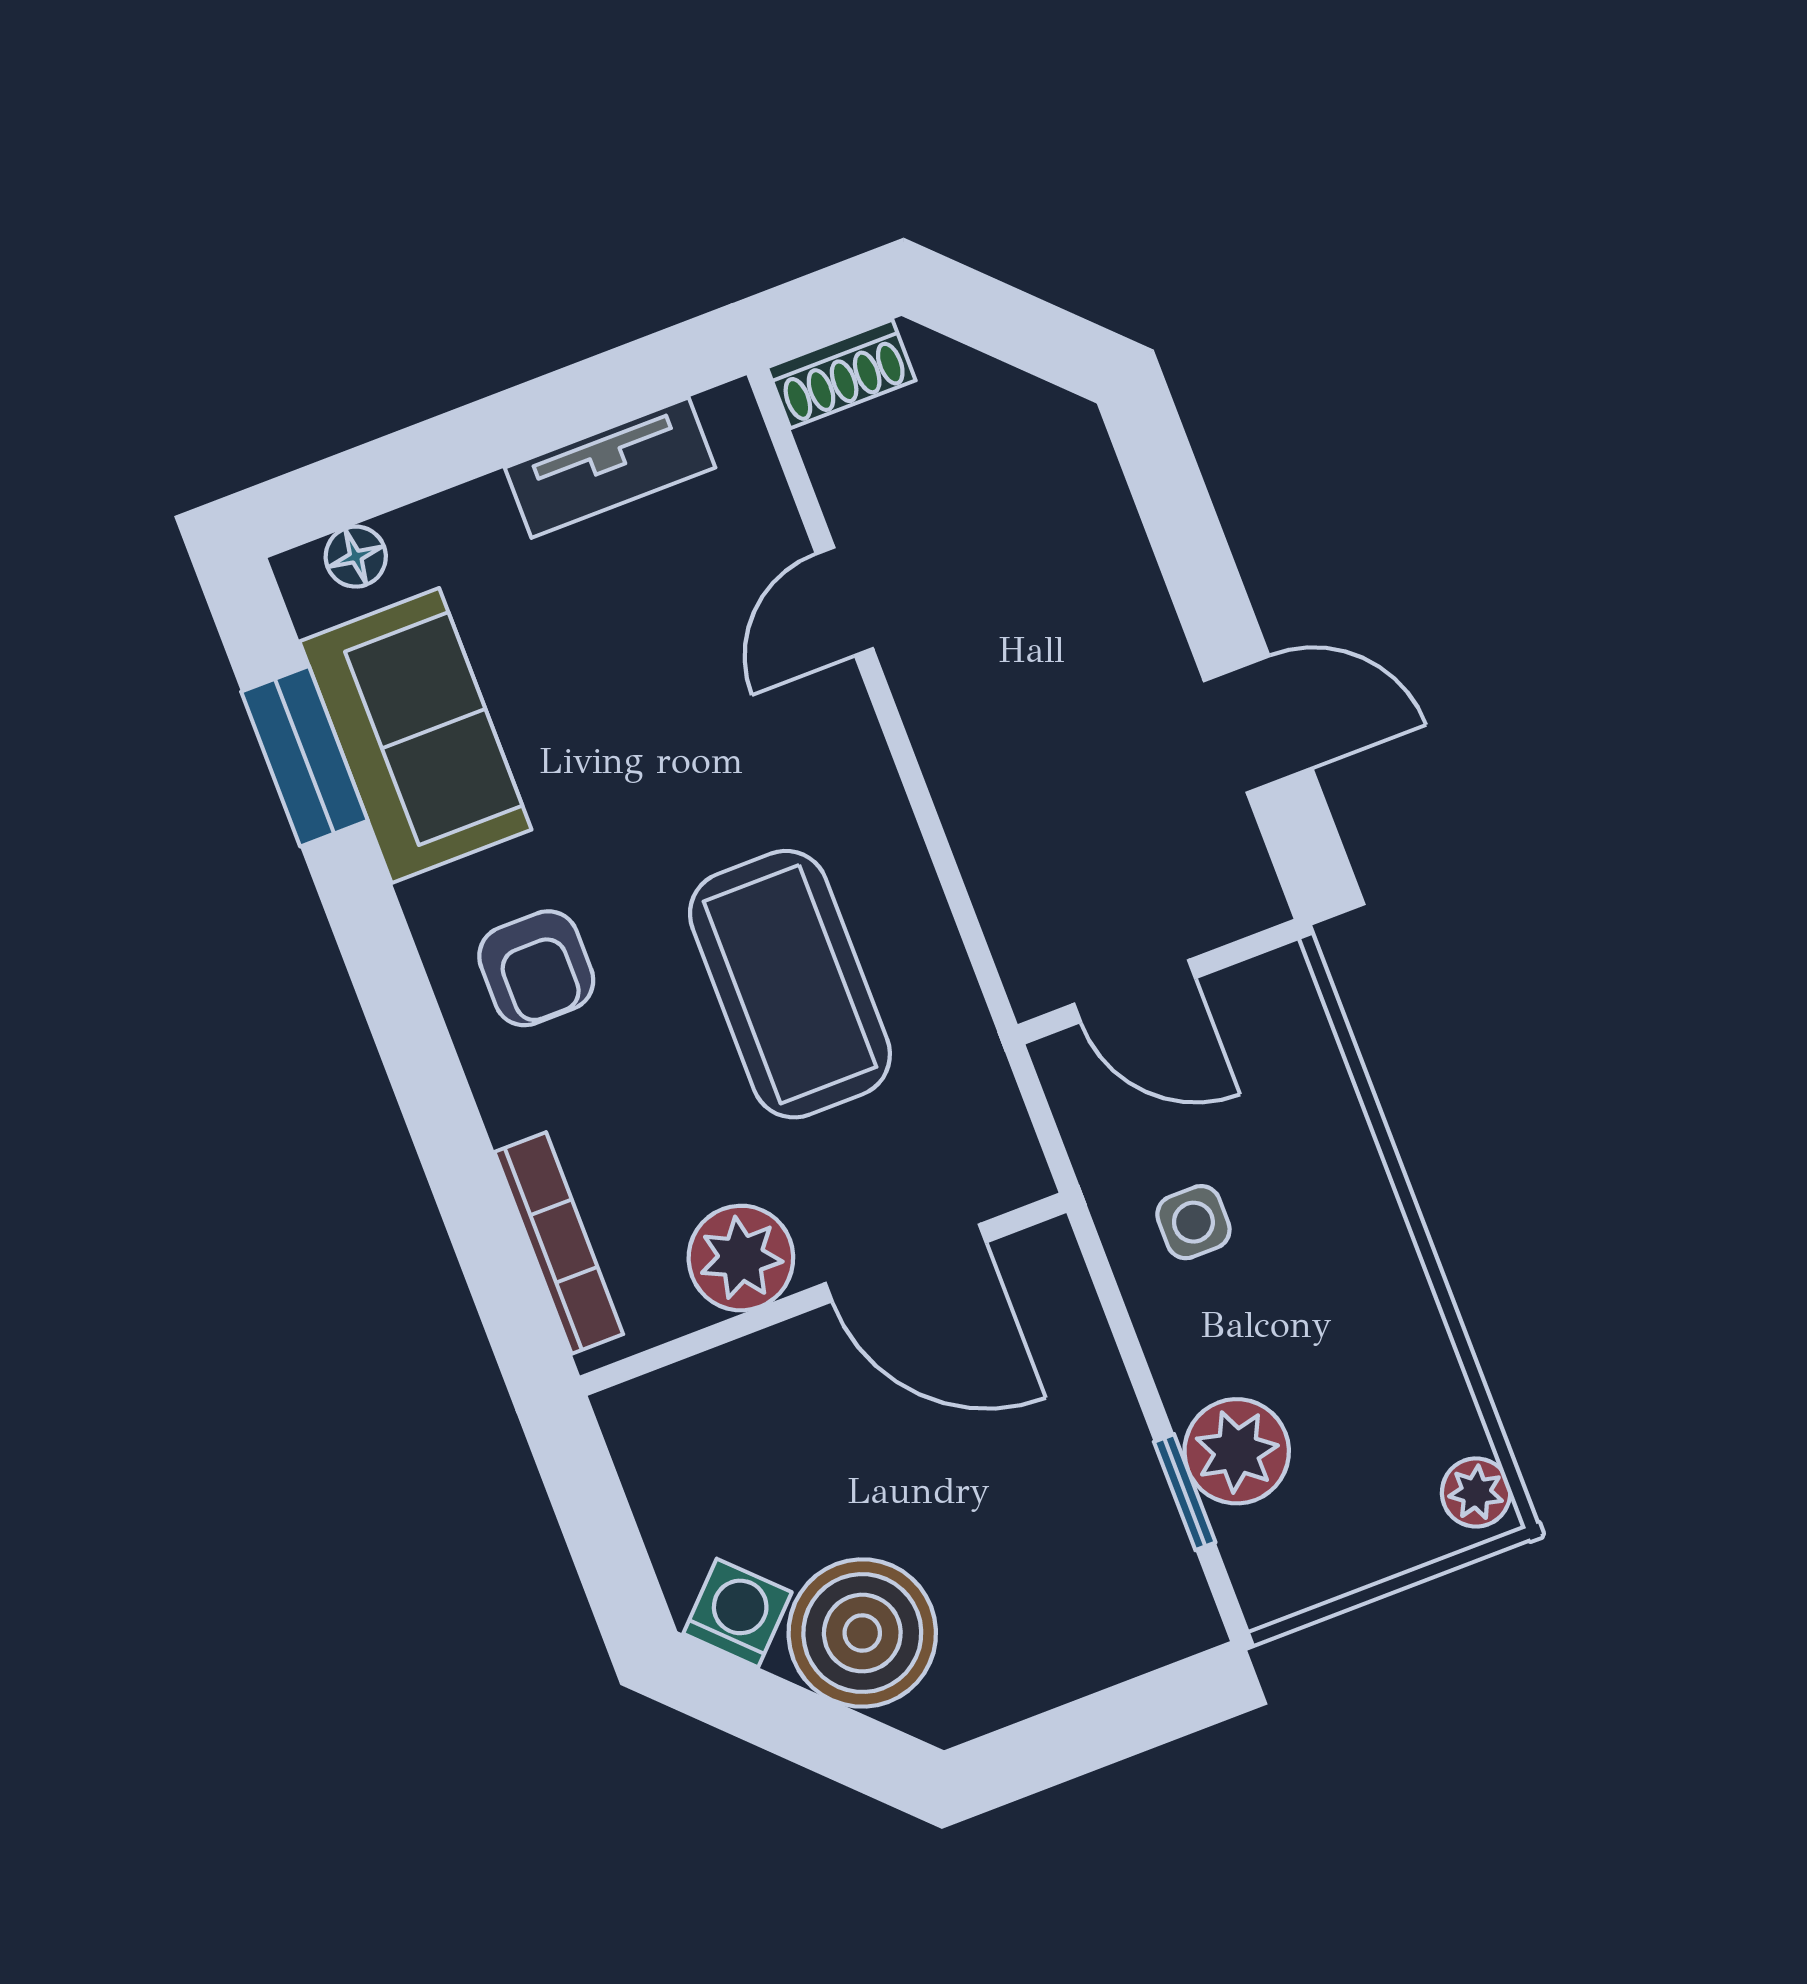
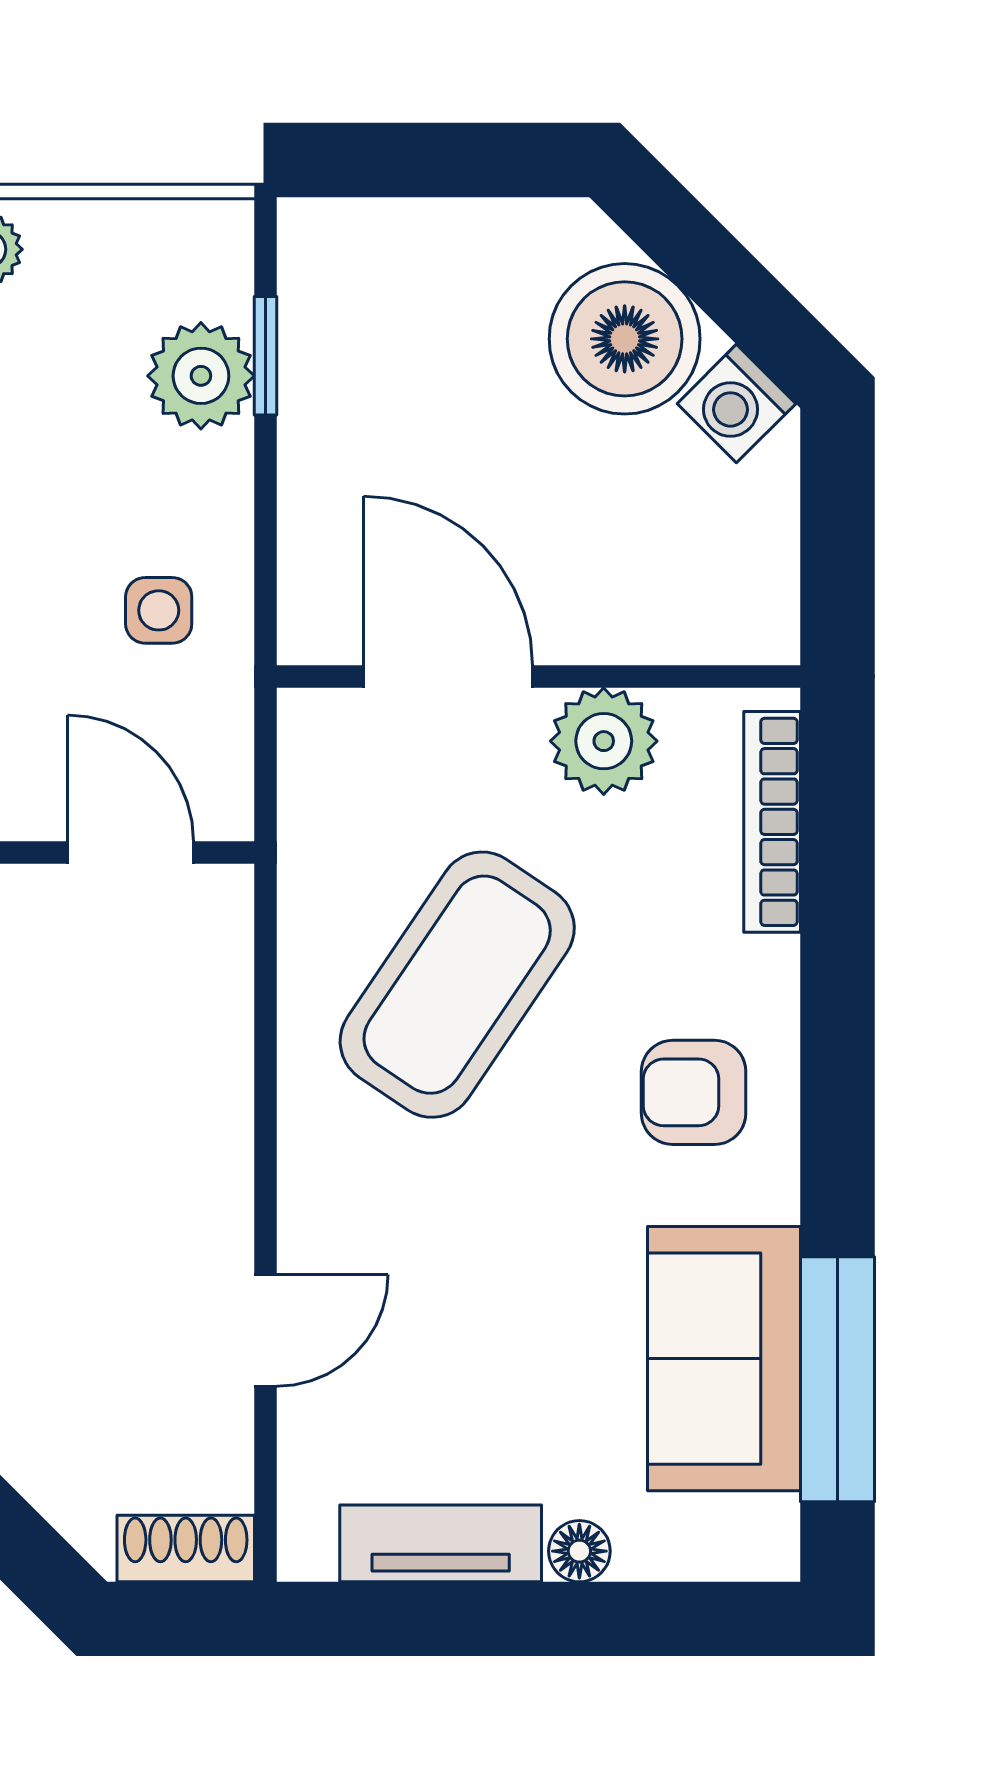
floor lamp: (356, 557) -> (579, 1551), moved
window: (304, 756) -> (838, 1379), width x1.44
armchair: (536, 968) -> (694, 1092), turned -90
coffee table: (790, 984) -> (457, 985), turned 34

